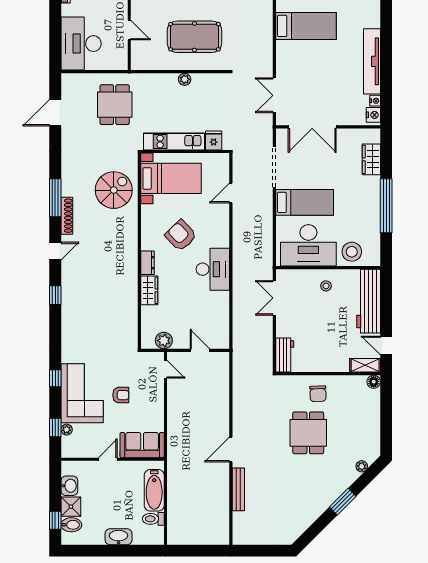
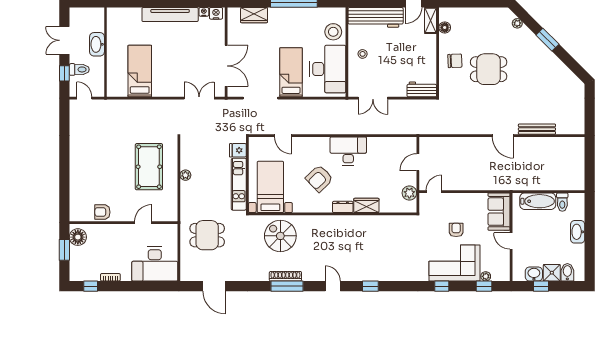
double door: (274, 95) -> (199, 98), swing flipped
shoe rack: (67, 216) -> (285, 276), moved
floor lamp: (374, 382) -> (445, 27), moved
window: (55, 520) -> (541, 286), moved

